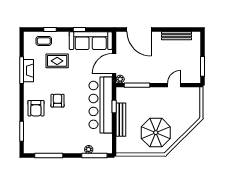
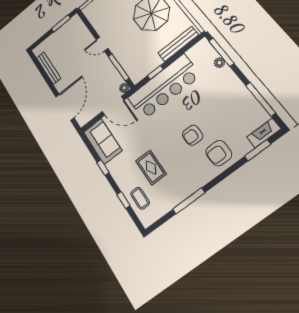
sofa: (91, 41) -> (103, 141), width x0.73
fireplace: (29, 71) -> (264, 133), moved
door: (174, 85) -> (102, 44), moved
armchair: (36, 108) -> (219, 153), turned 180
bench: (121, 120) -> (178, 44), moved

